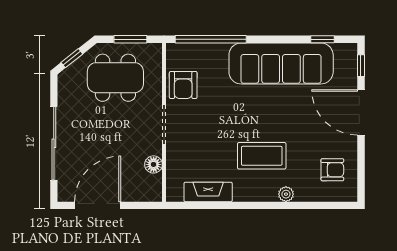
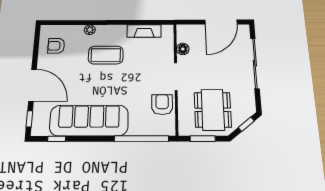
dining table: (115, 78) -> (213, 110), turned 90

